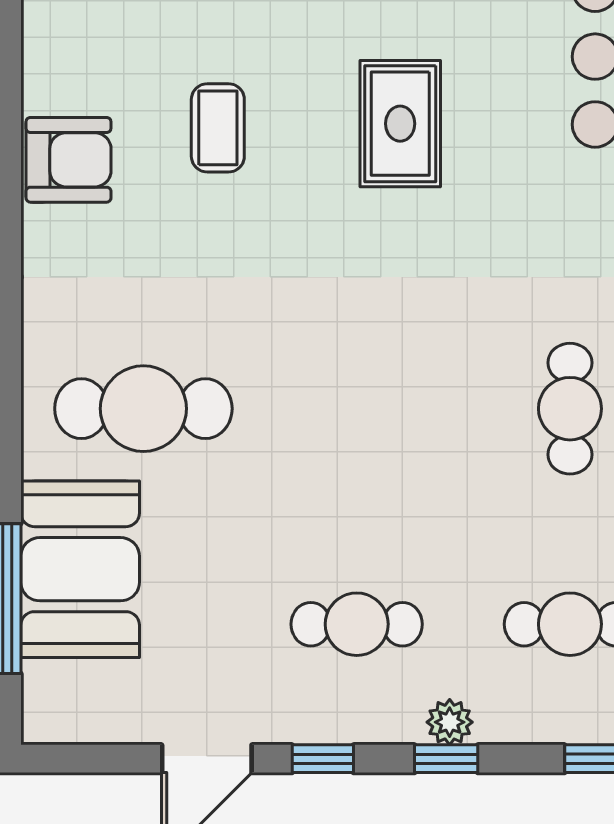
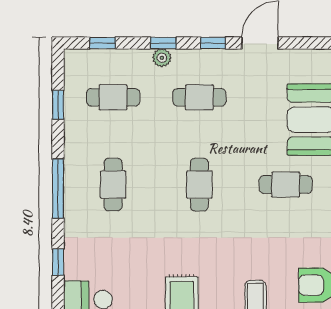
cafe table: (143, 409) -> (286, 185), width x0.73, depth x0.74
cafe table: (357, 409) -> (199, 185), added

